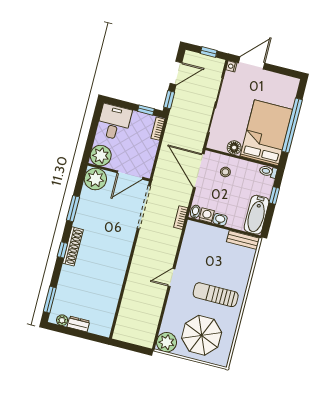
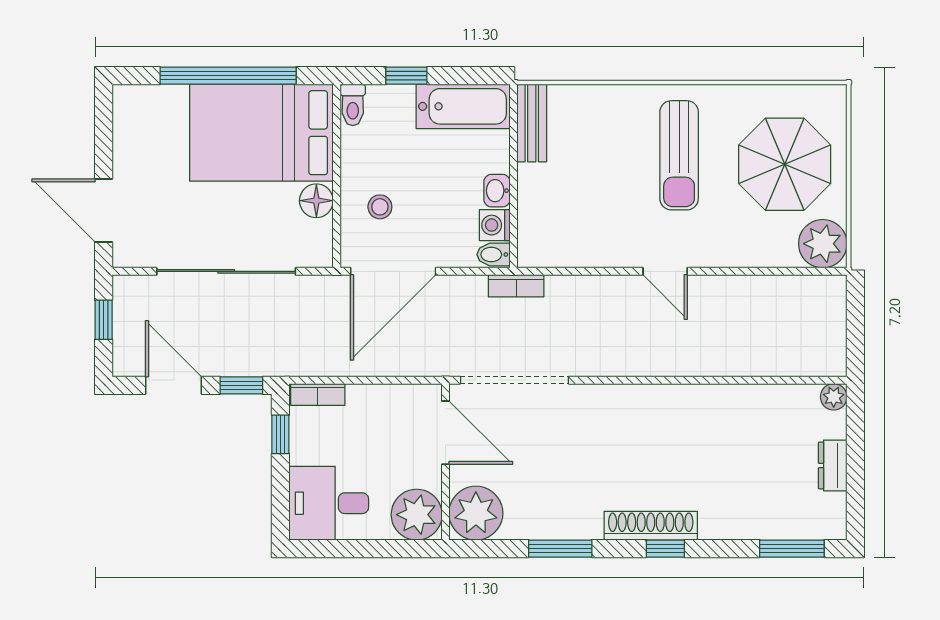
nightstand: (231, 66) -> (124, 257), removed
plant: (62, 320) -> (834, 397), moved

